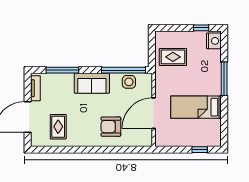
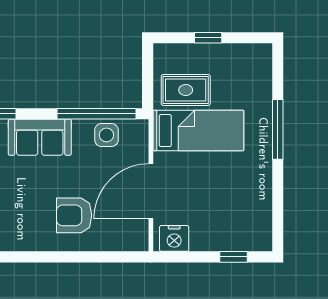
window: (201, 28) -> (208, 38), moved
nightstand: (214, 41) -> (174, 238), moved, turned 90
bed: (196, 107) -> (198, 131), moved, turned 180

